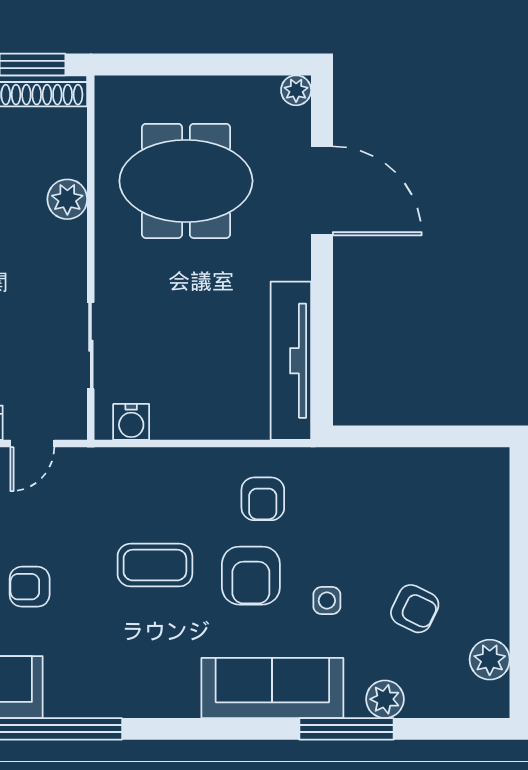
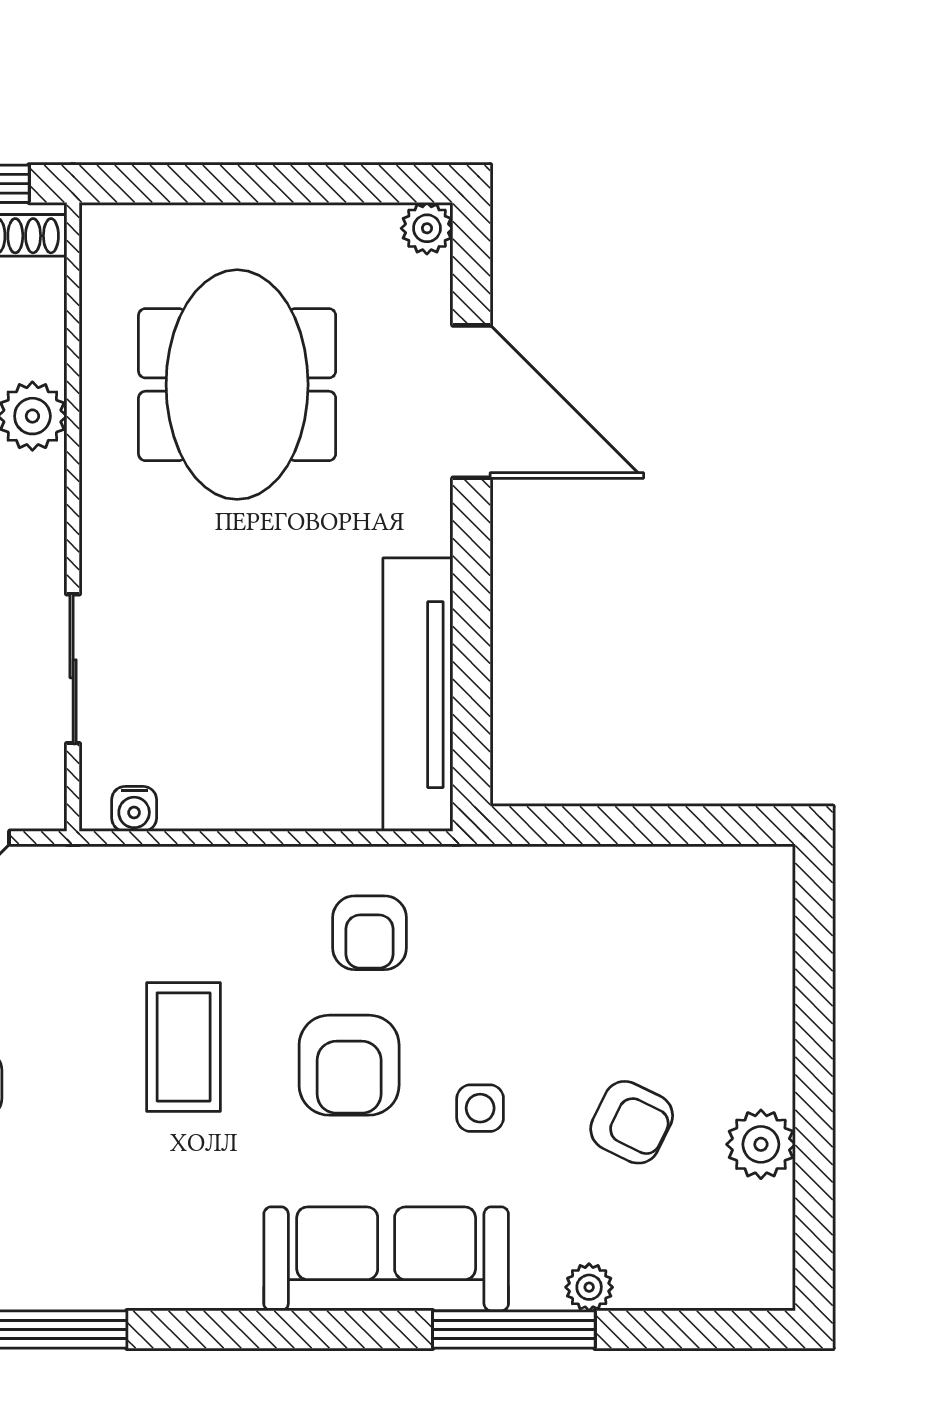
meeting table: (186, 181) -> (237, 385), turned 90
water cooler: (131, 422) -> (134, 809), width x0.72, depth x0.72
coffee table: (155, 565) -> (184, 1047), turned 90
plant: (490, 660) -> (761, 1144), moved
plant: (385, 699) -> (589, 1287), width x0.73, depth x0.73

